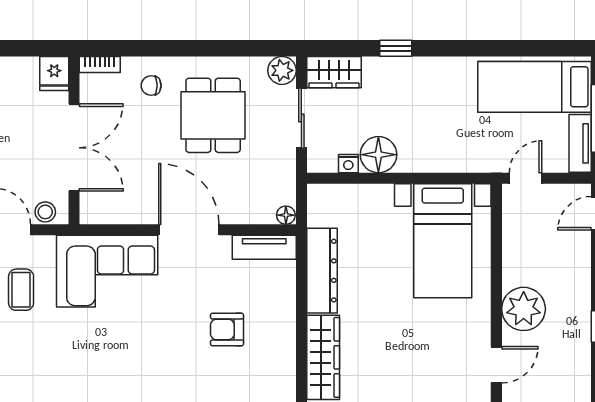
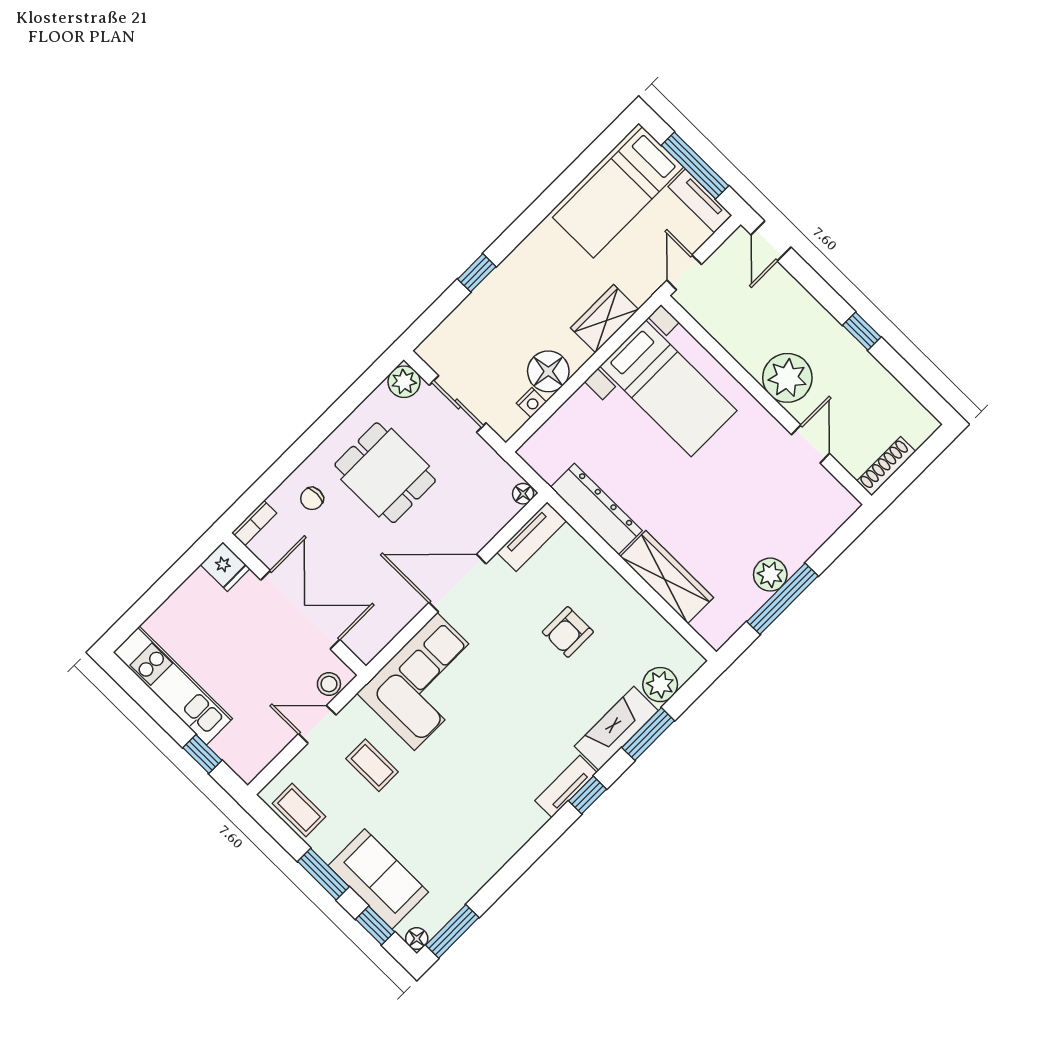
wardrobe: (334, 72) -> (605, 319), moved, turned 180

